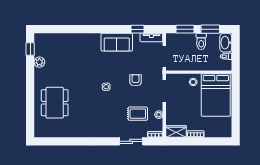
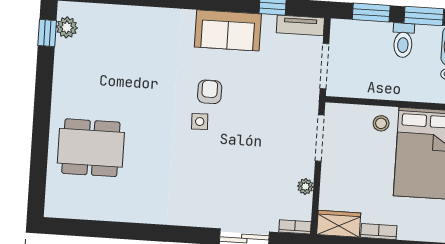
plant: (39, 62) -> (67, 27), moved
armchair: (136, 80) -> (210, 92), moved
dining table: (55, 103) -> (91, 148), turned 90
rug: (138, 114) -> (262, 182), removed

